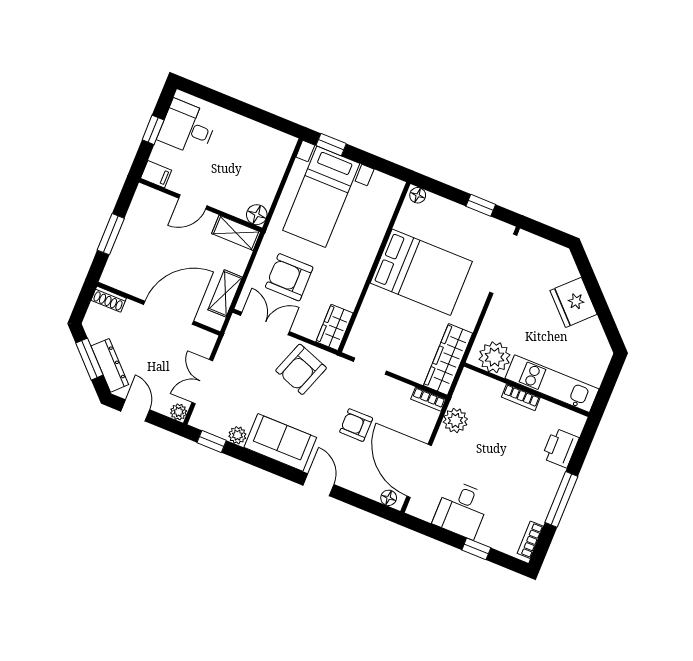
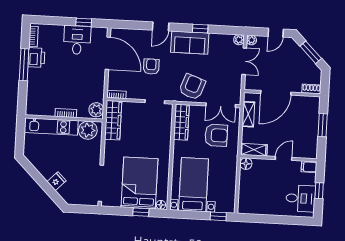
bed with nightstands: (321, 197) -> (194, 185), moved
window: (481, 205) -> (141, 212), moved
bed: (421, 272) -> (139, 183), moved, turned 90
fridge: (574, 302) -> (57, 181), width x0.53, depth x0.75
wardrobe: (335, 327) -> (181, 122), width x1.50
dresser: (110, 365) -> (298, 53), removed
door: (135, 410) -> (276, 33), hinge flipped
plant: (455, 420) -> (96, 110), moved
armchair: (356, 425) -> (151, 67), turned -90
plant: (237, 435) -> (239, 40), moved
window: (212, 441) -> (200, 29), moved
printer: (560, 448) -> (36, 58), moved
door: (318, 485) -> (161, 26), hinge flipped
floor lamp: (389, 498) -> (120, 33), removed
window: (476, 549) -> (84, 22), moved

